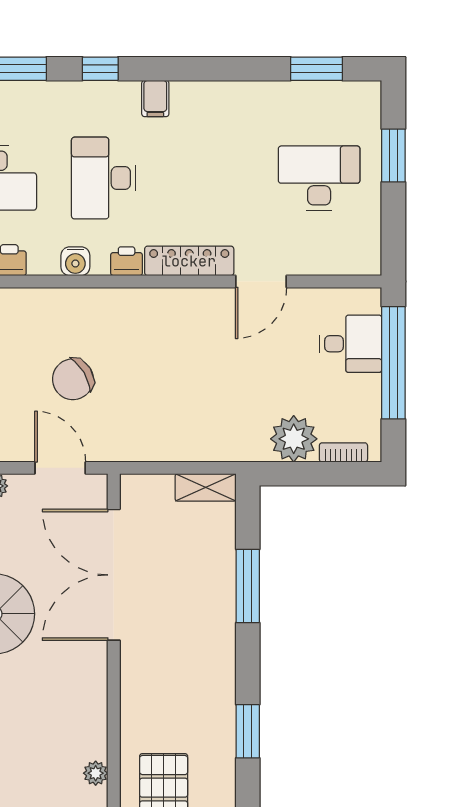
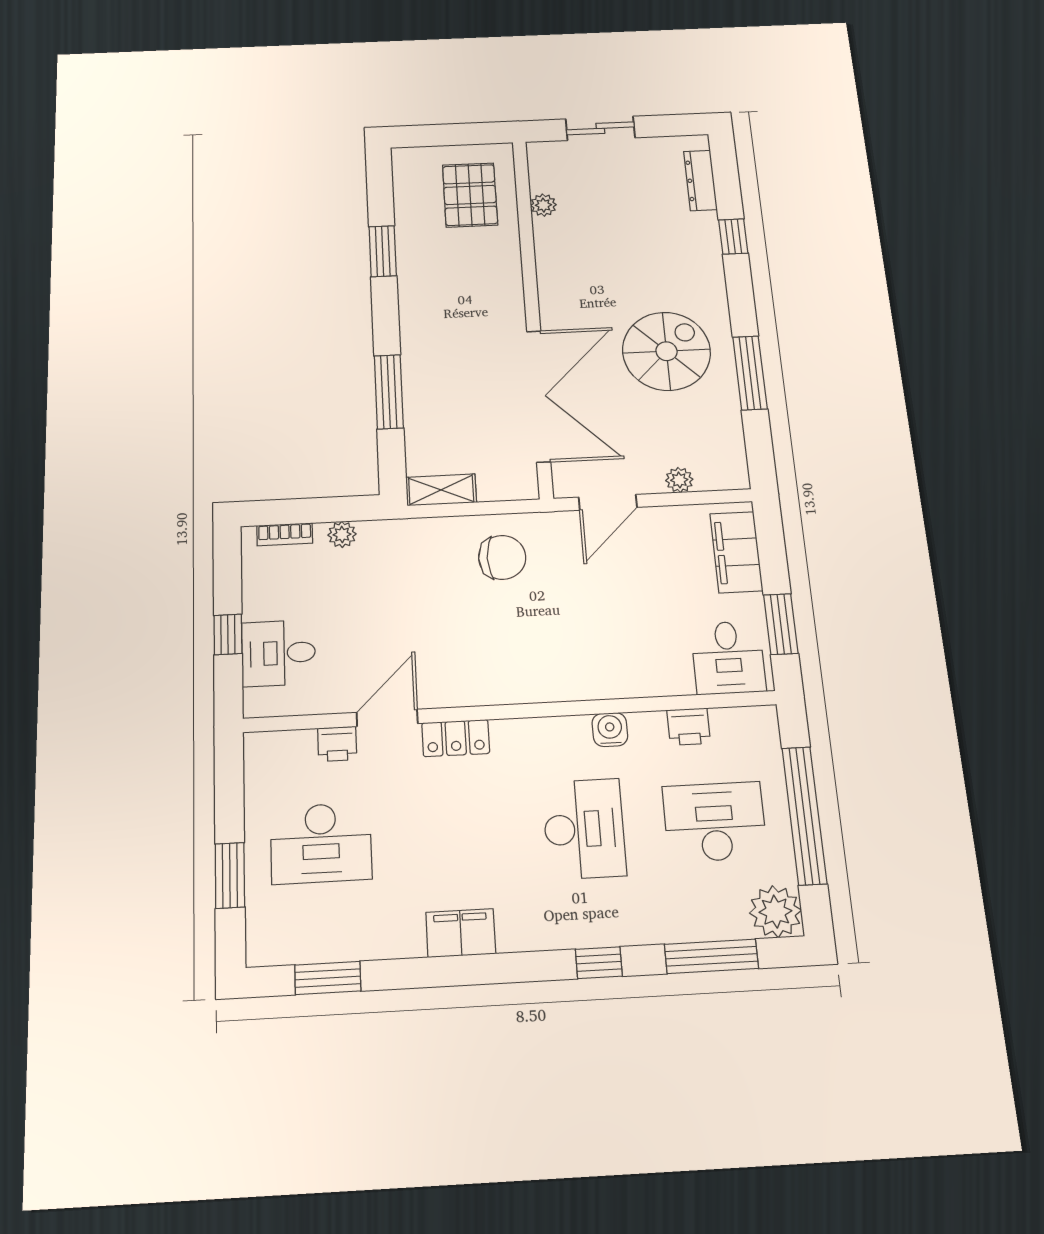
filing cabinet: (155, 99) -> (461, 933), moved, width x2.00
printer: (127, 261) -> (337, 744), moved
locker: (189, 261) -> (456, 738), width x0.66
window: (393, 363) -> (228, 634), width x0.32
chair: (73, 379) -> (502, 557), moved, turned 31
plant: (294, 439) -> (342, 535), width x0.53, depth x0.53
door: (60, 468) -> (608, 502), hinge flipped

